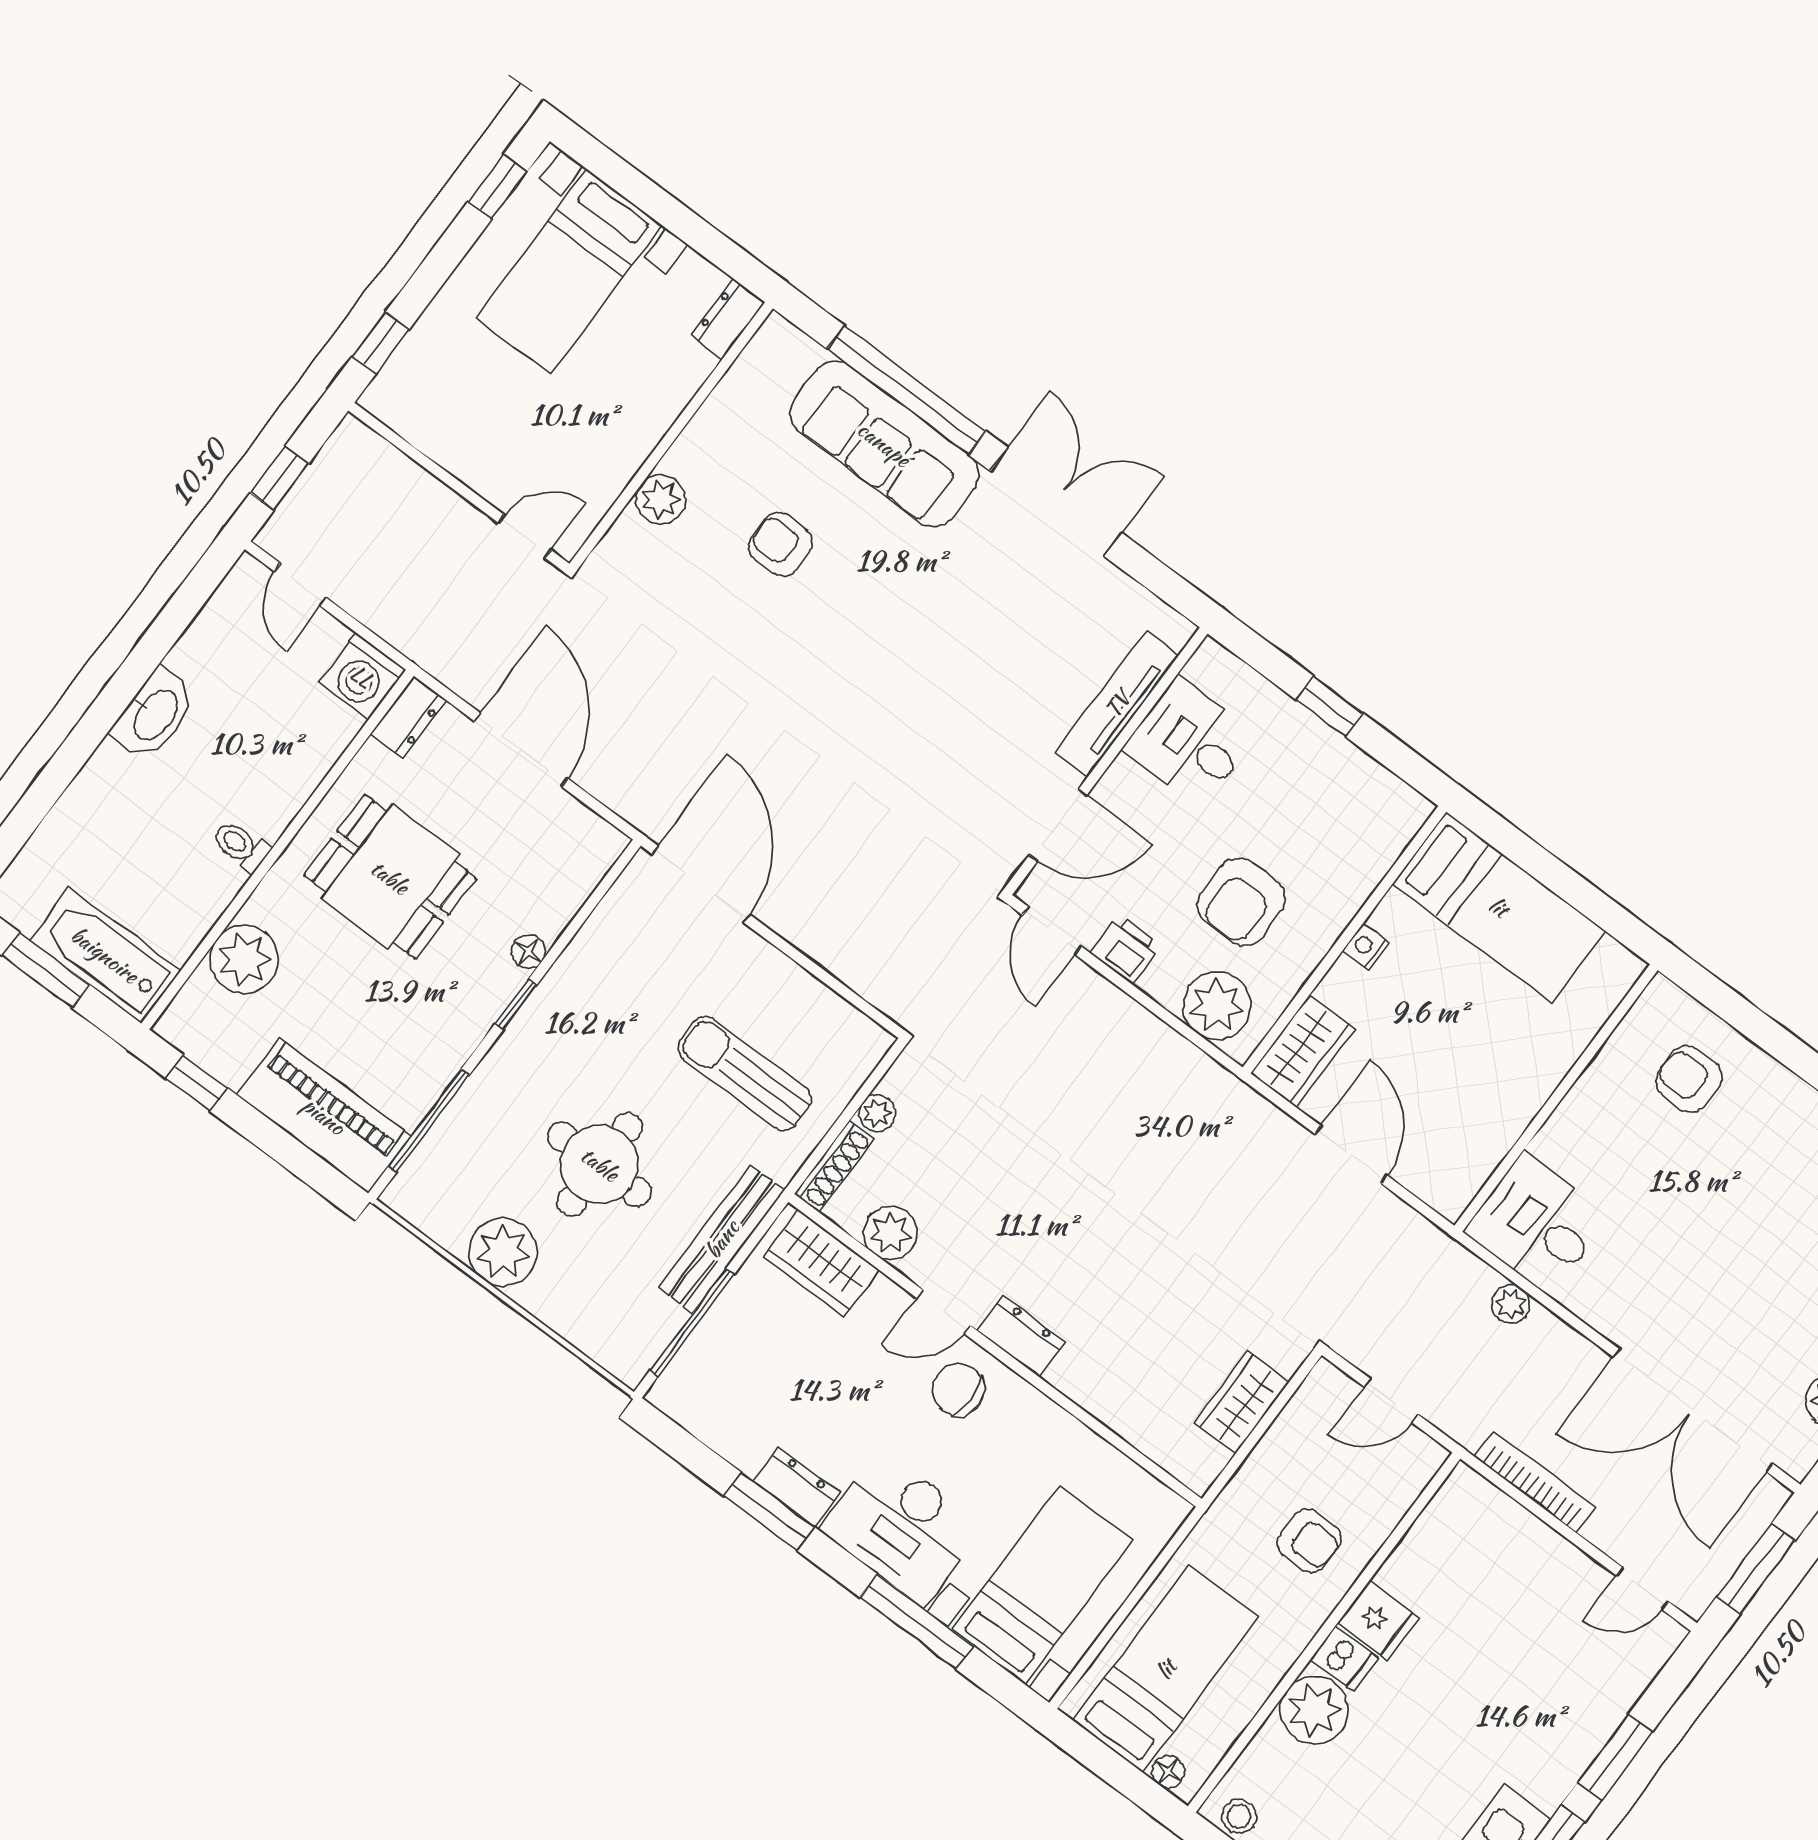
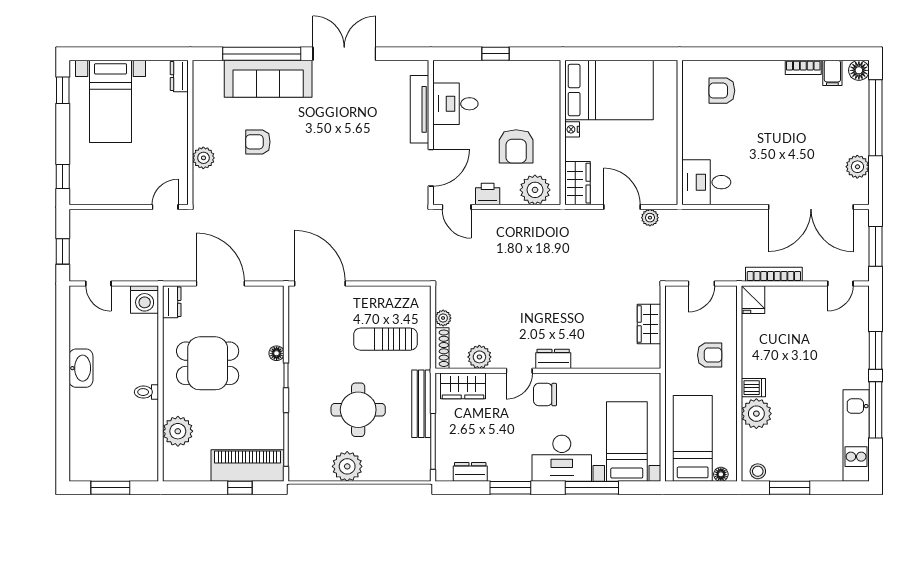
bed: (1499, 907) -> (609, 90), width x1.50
bathtub: (105, 955) -> (127, 467), removed
window: (197, 1083) -> (240, 488), moved
plant: (1511, 1304) -> (650, 218), moved
dresser: (797, 1487) -> (470, 472), moved
fridge: (1378, 1621) -> (753, 300), moved, turned 90

